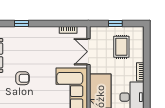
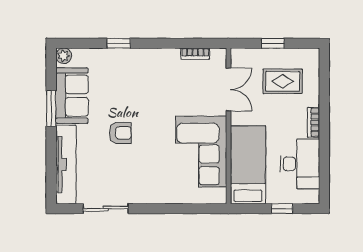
rug: (121, 47) -> (283, 81), turned 90
double door: (88, 52) -> (229, 89), swing flipped

